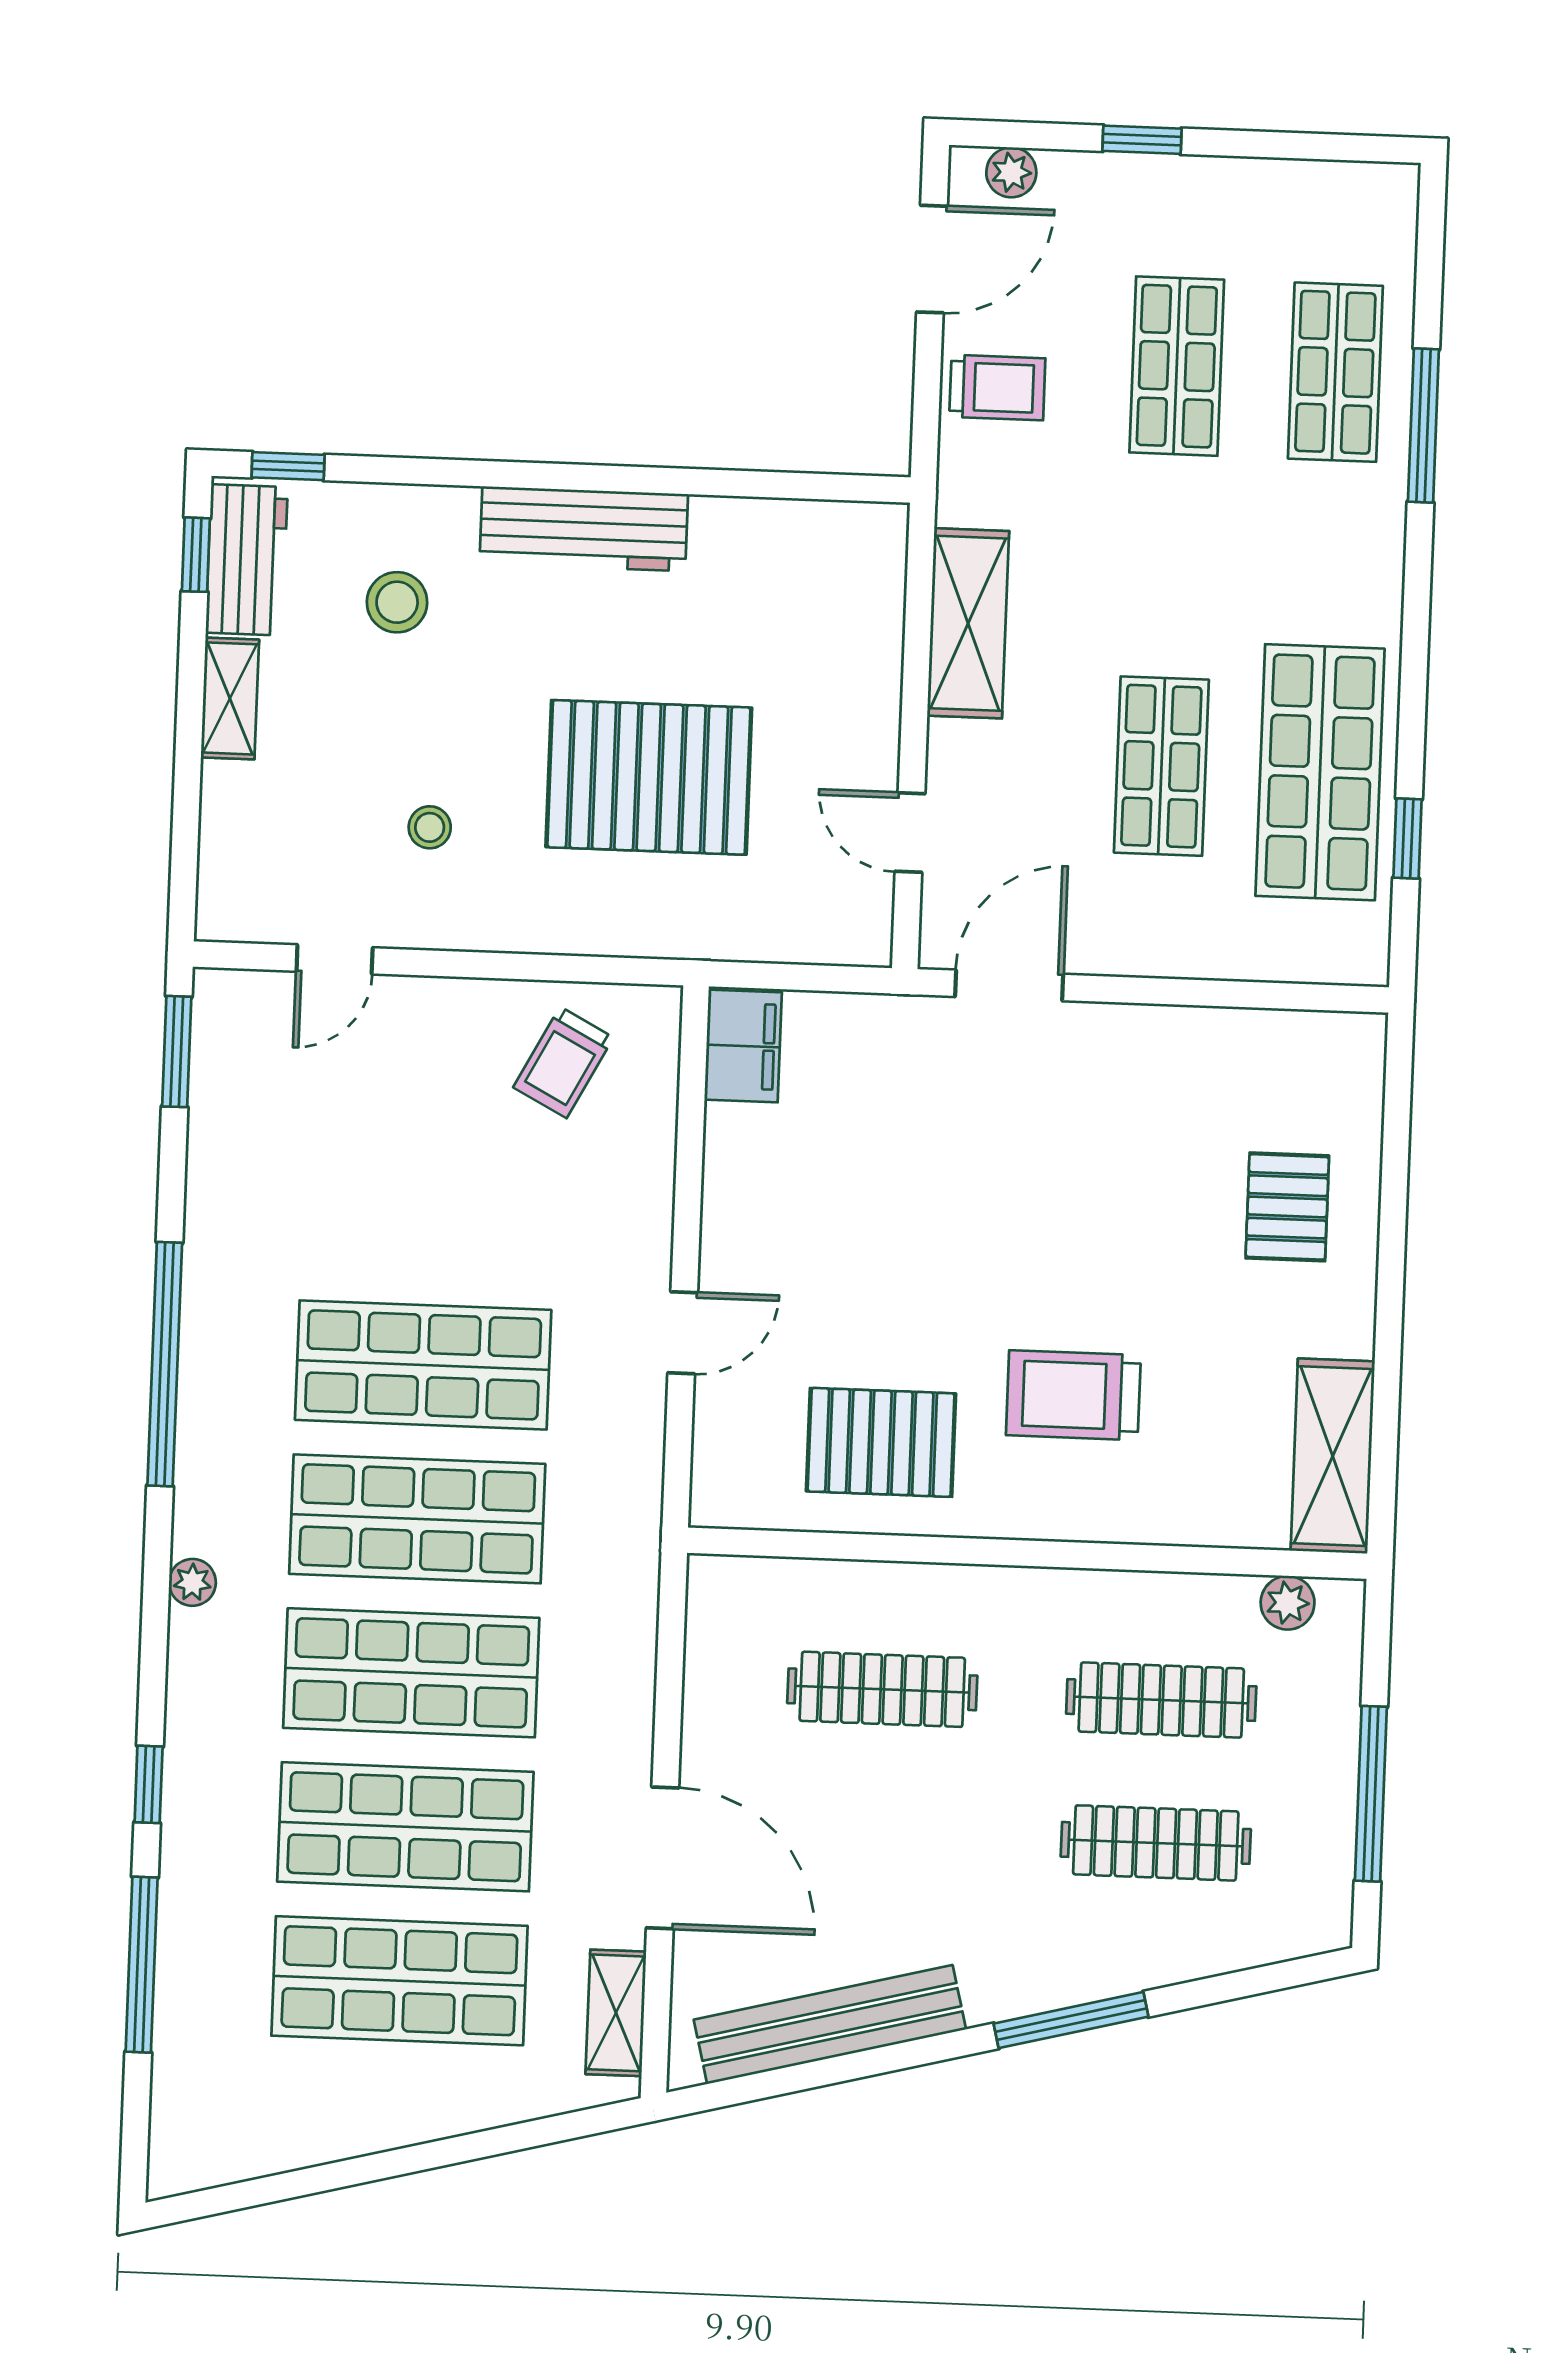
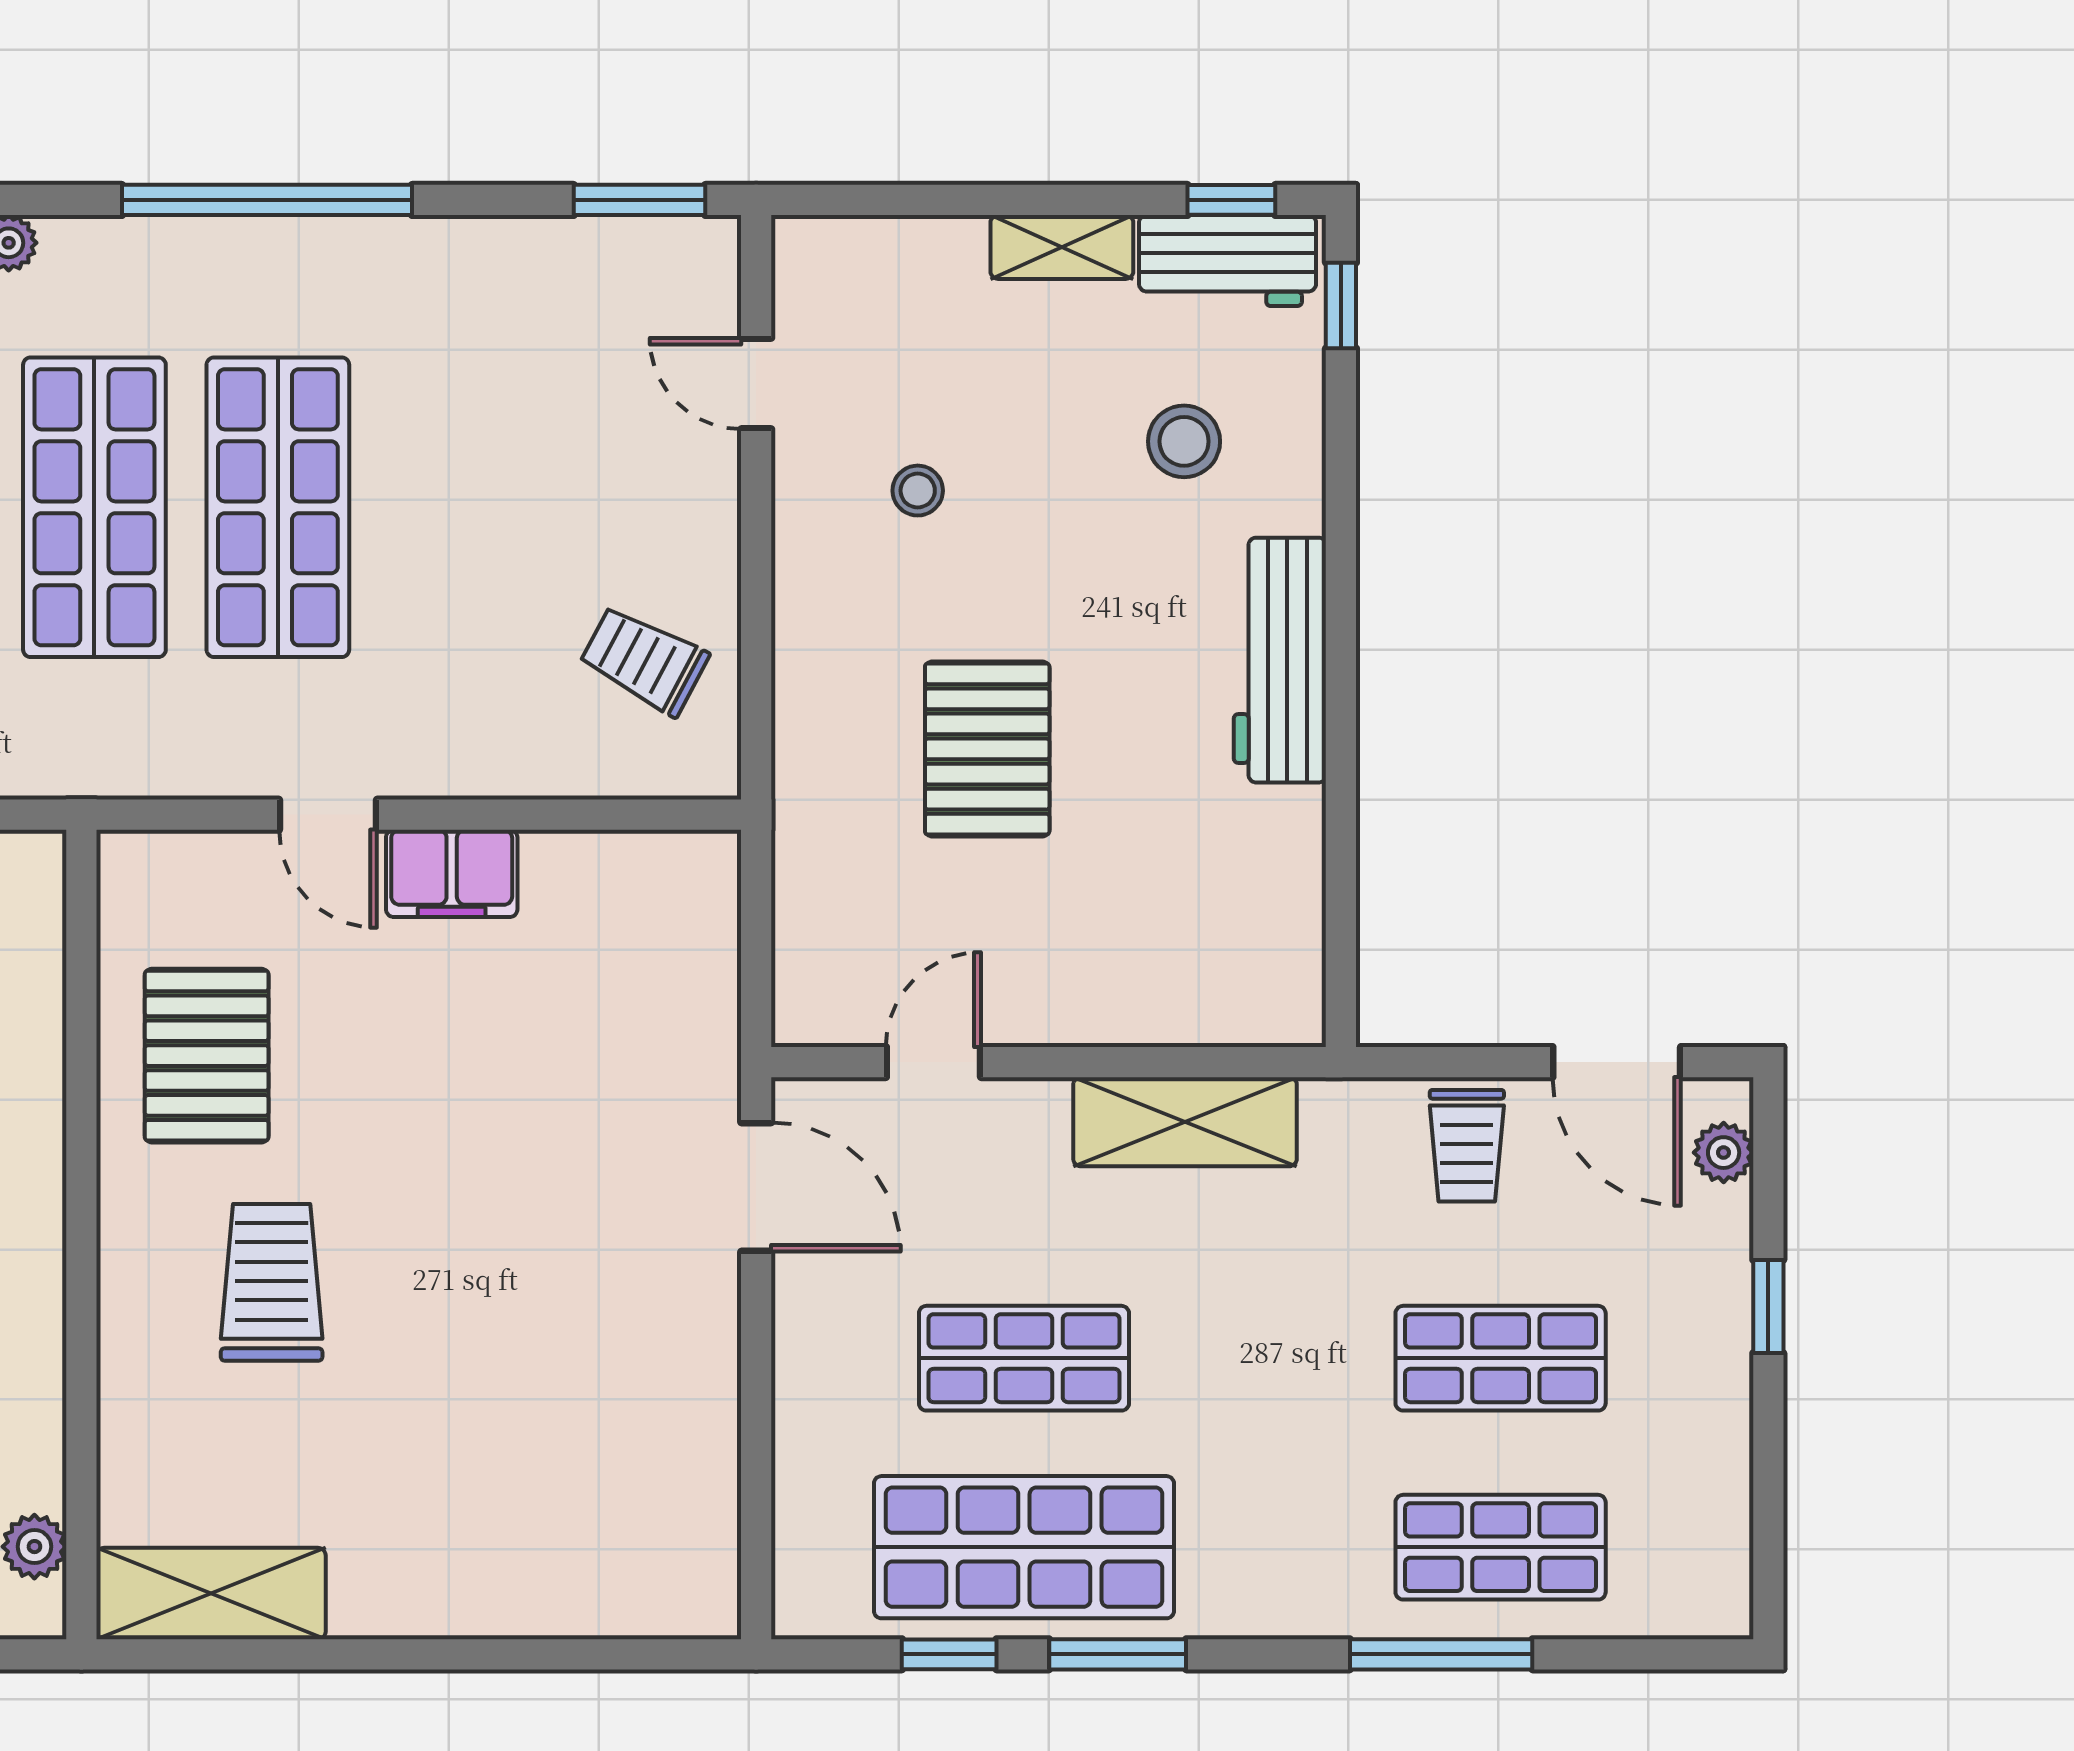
window: (1413, 697) -> (1118, 1654), added
pallet: (649, 777) -> (987, 749), width x0.73, depth x0.71
filing cabinet: (743, 1046) -> (452, 873), moved
pallet: (1287, 1207) -> (505, 1528), removed

